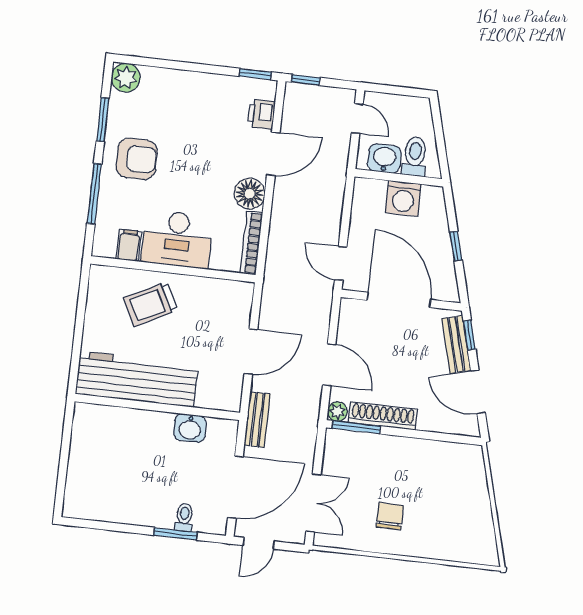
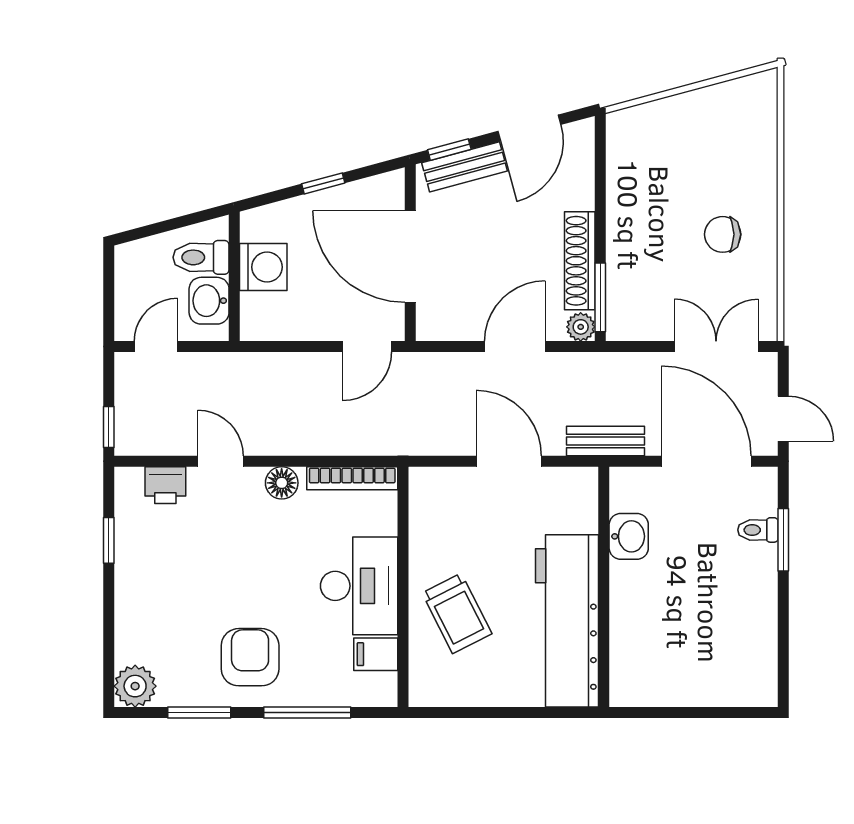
window: (255, 74) -> (109, 540), moved
door: (273, 154) -> (221, 461), width x0.73
floor lamp: (250, 194) -> (282, 483), width x0.73, depth x0.73
door: (399, 300) -> (410, 257), hinge flipped

